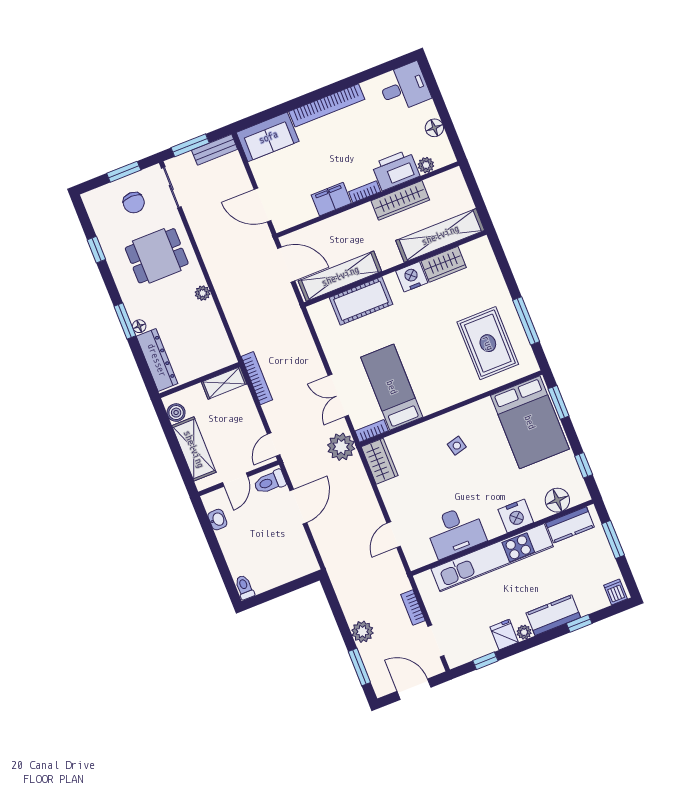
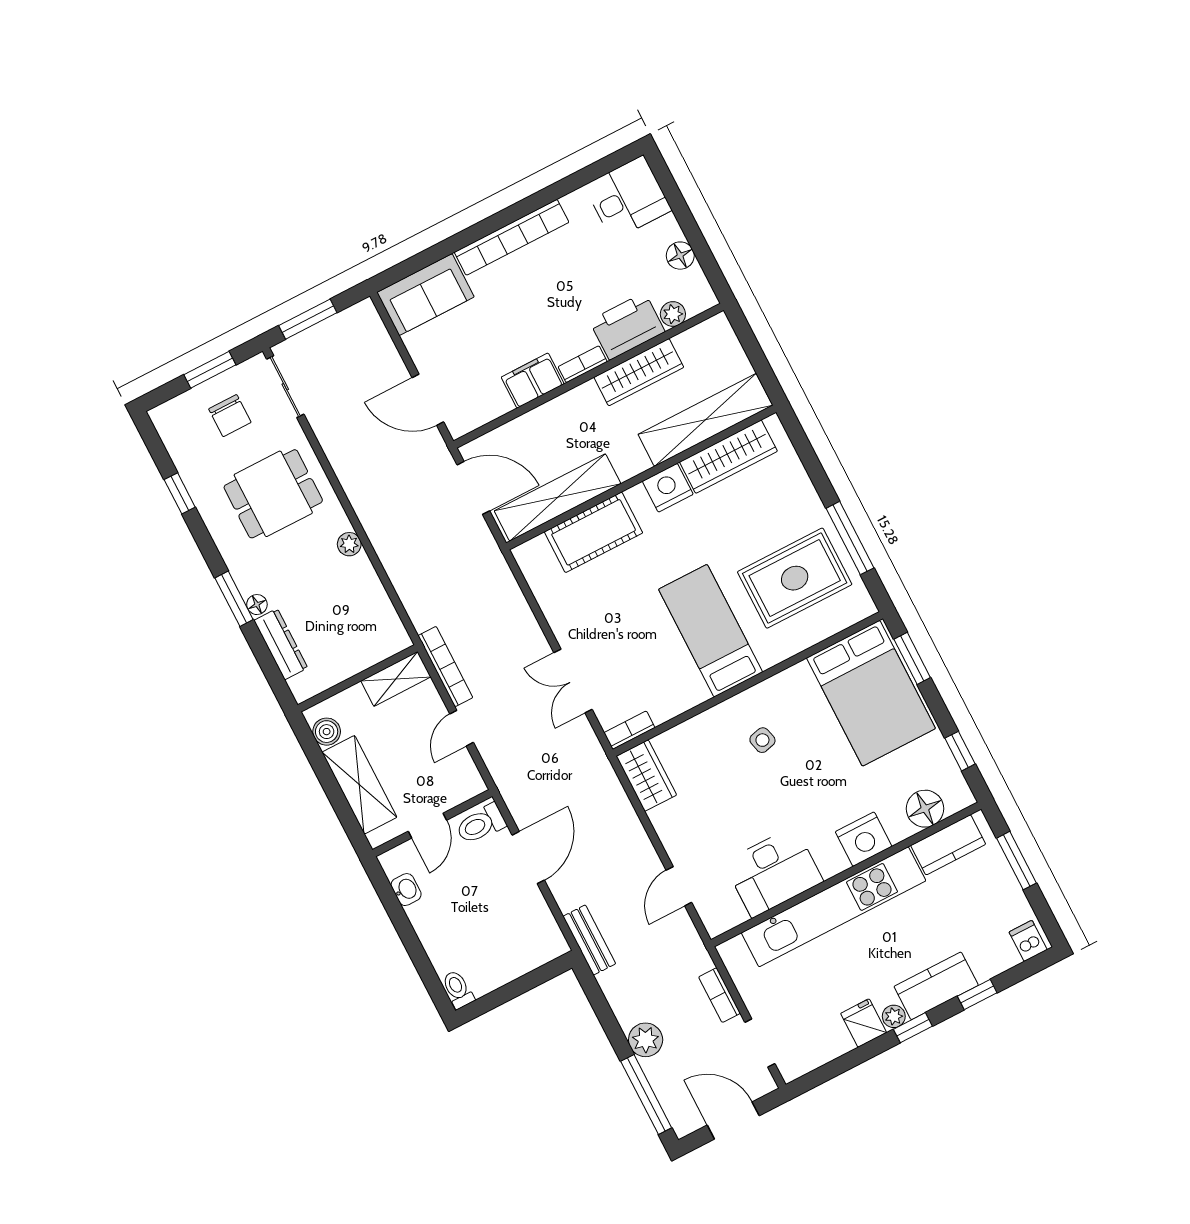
bench: (215, 150) -> (589, 940), moved, turned 90
wardrobe: (444, 264) -> (728, 457), width x1.50
rug: (488, 343) -> (795, 578), turned 90
dresser: (157, 360) -> (281, 644), width x0.73, depth x0.80
bed: (392, 387) -> (711, 631), moved
door: (274, 444) -> (462, 728), moved
plant: (341, 447) -> (585, 759), removed
window: (485, 661) -> (913, 1028), moved
window: (359, 667) -> (646, 1095), width x1.44

